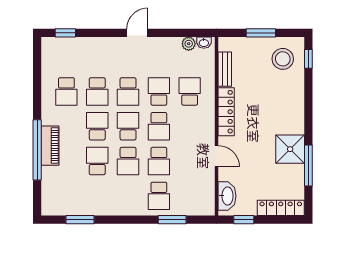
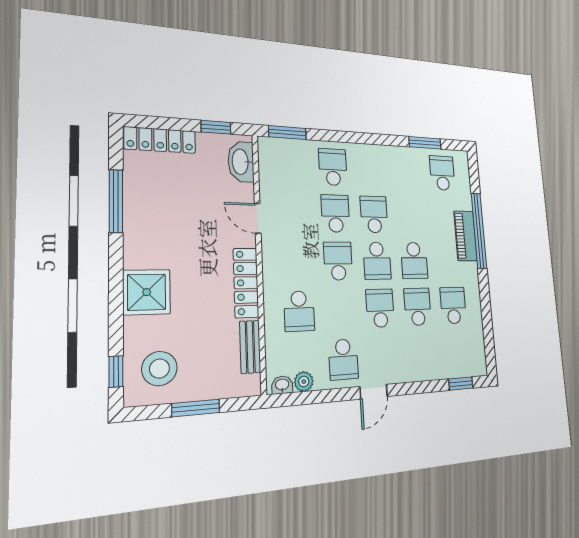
school desk: (159, 91) -> (343, 359), moved
shower: (290, 149) -> (147, 292), moved
school desk: (97, 161) -> (442, 173), moved, turned 180
window: (172, 220) -> (287, 133), moved

